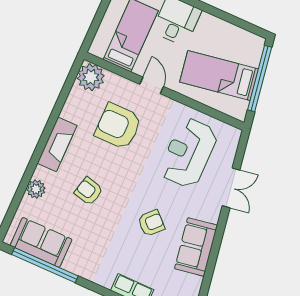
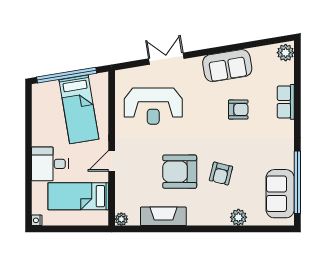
plant: (91, 77) -> (121, 219), width x0.53, depth x0.53
armchair: (118, 126) -> (180, 172), moved, turned 90
fireplace: (57, 144) -> (163, 216), moved
armchair: (151, 223) -> (238, 110), moved, turned 136

